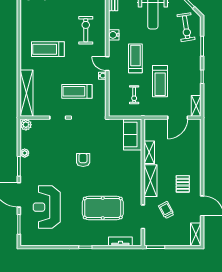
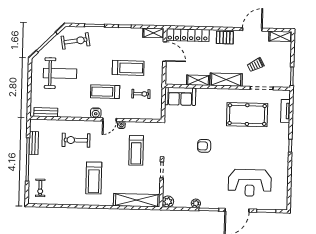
water cooler: (114, 35) -> (96, 113), moved
locker: (195, 141) -> (188, 35), added
pallet: (183, 184) -> (225, 38), moved
pool table: (103, 208) -> (247, 115), moved, turned 90

